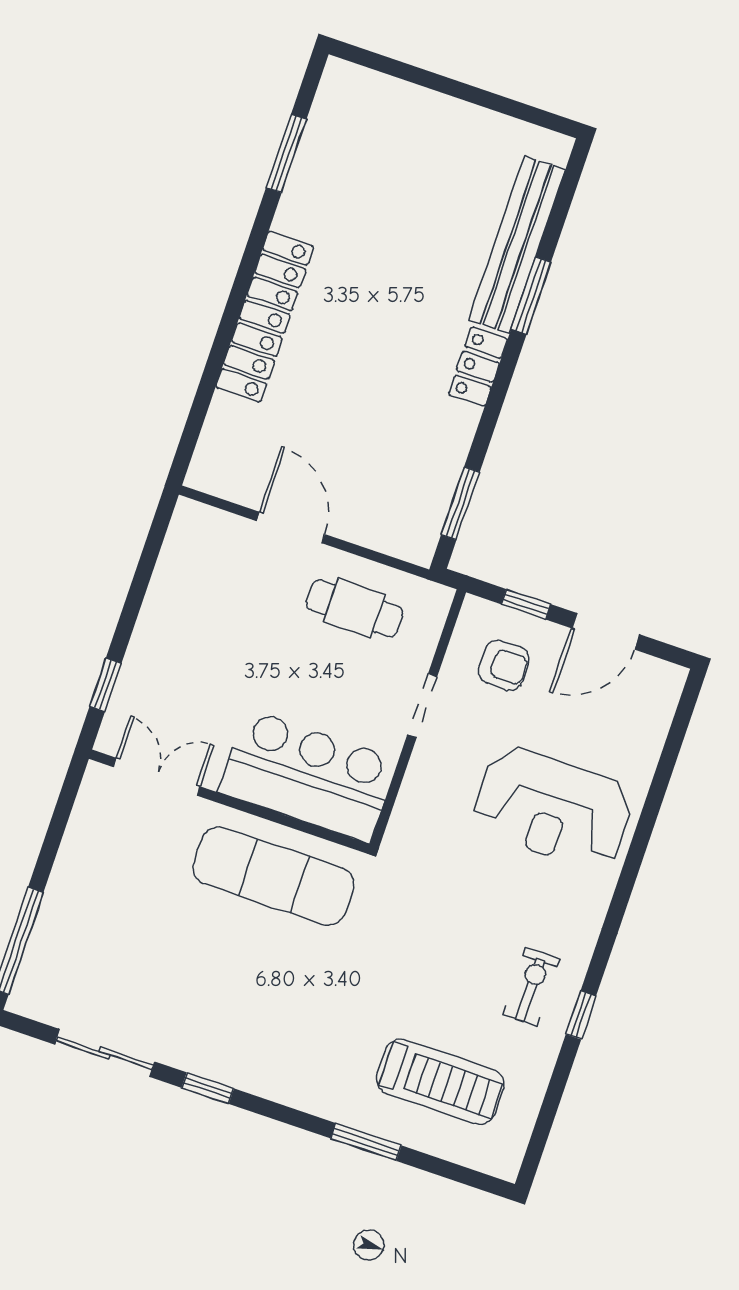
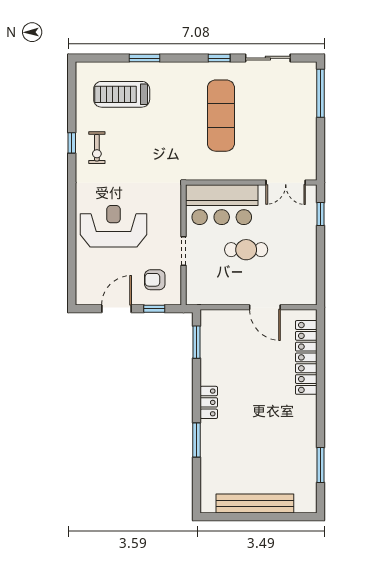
bench: (517, 245) -> (255, 504), moved, turned 90
locker: (265, 317) -> (306, 357), moved
cafe table: (355, 608) -> (246, 250), moved
exercise mat: (274, 876) -> (221, 116), moved, turned 90

